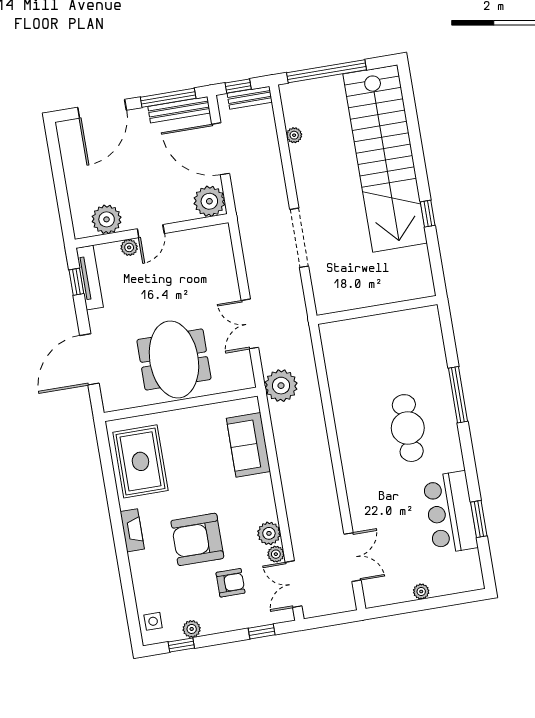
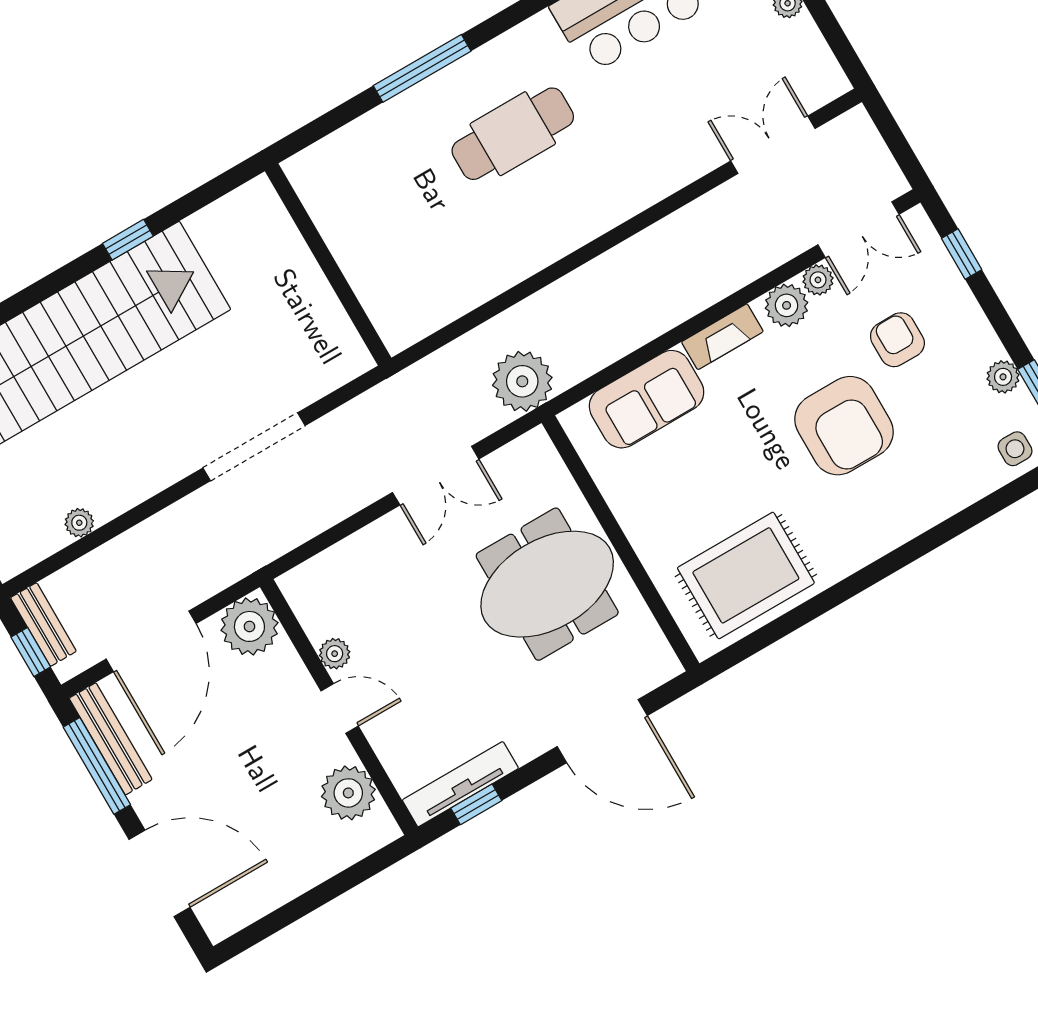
plant: (129, 247) -> (335, 654), moved
fireplace: (132, 530) -> (722, 337), moved, turned 180

